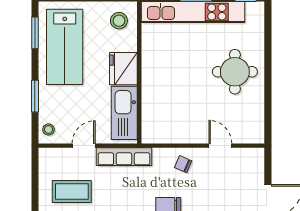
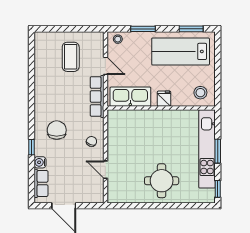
fridge: (123, 69) -> (164, 99), width x0.53, depth x0.75
door: (220, 146) -> (105, 170), swing flipped

